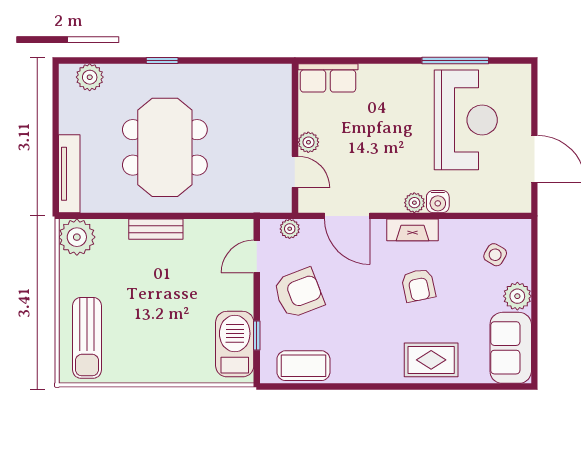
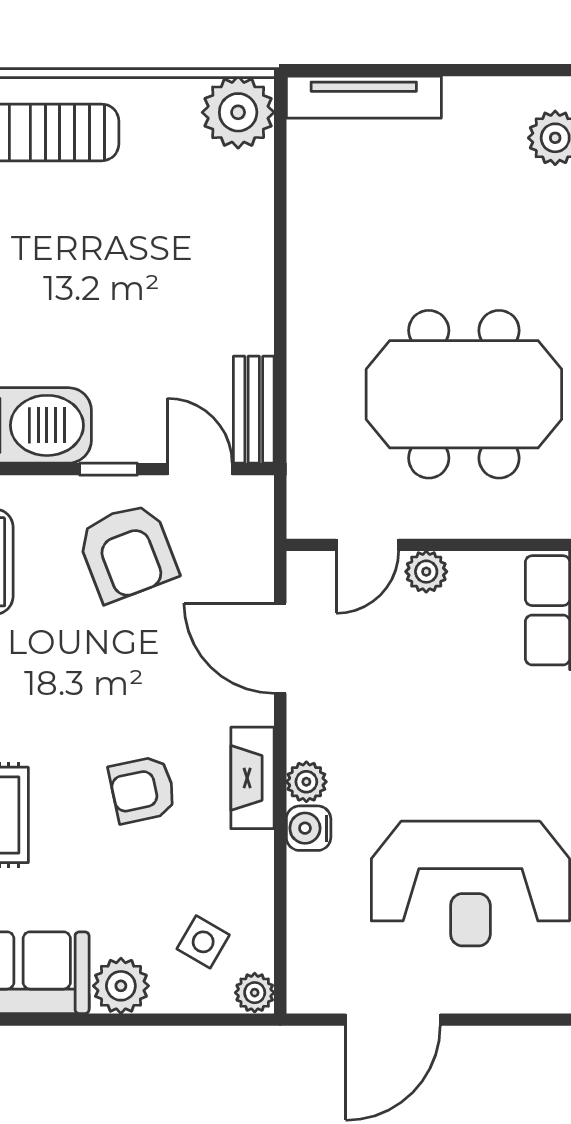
meeting table: (165, 147) -> (464, 394), moved
door: (347, 216) -> (280, 648), hinge flipped
bench: (156, 229) -> (254, 410), moved
plant: (290, 229) -> (255, 993), moved
window: (257, 336) -> (108, 469), moved

